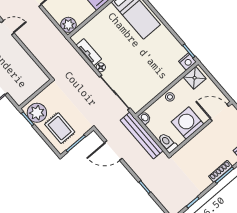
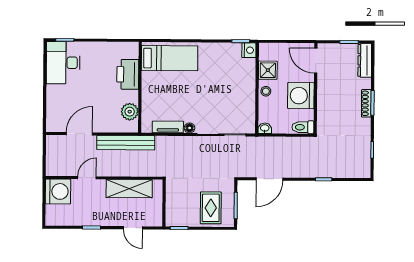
plant: (68, 25) -> (130, 112), moved
shelving: (25, 62) -> (129, 189), added
shower: (195, 78) -> (268, 70), moved
door: (219, 112) -> (316, 61), hinge flipped
plant: (37, 113) -> (181, 216), removed
rug: (60, 128) -> (211, 208), turned 90
bench: (142, 135) -> (126, 143), moved

